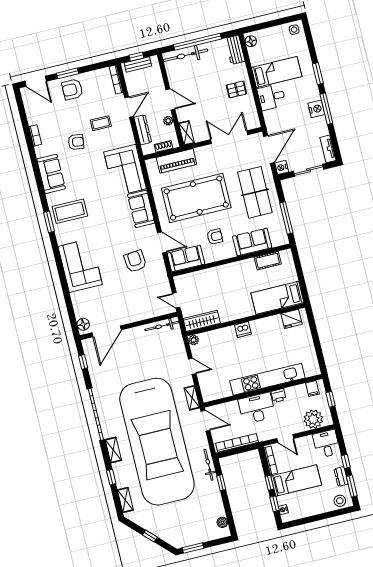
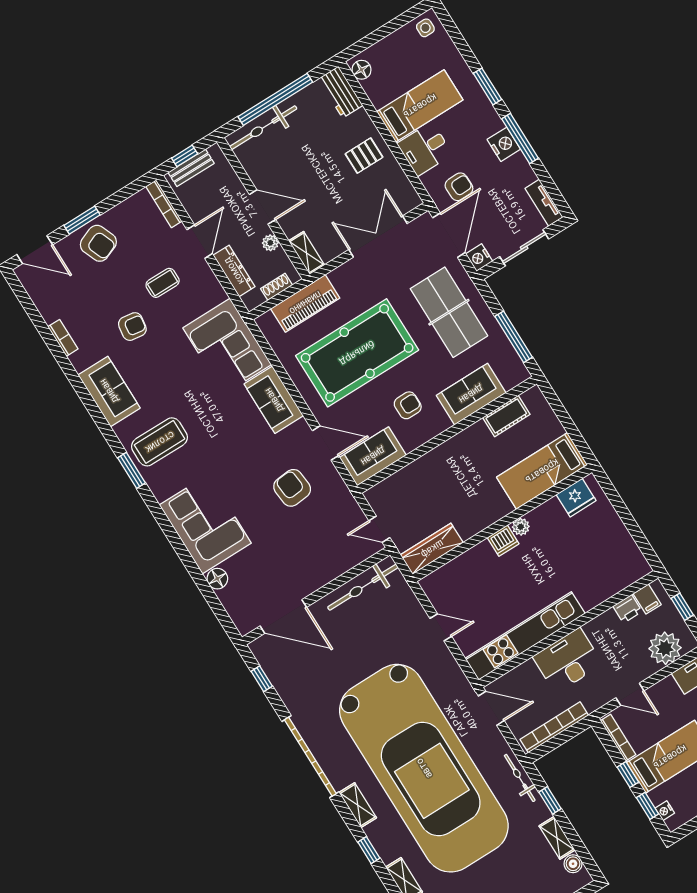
armchair: (72, 89) -> (98, 243), turned -112
armchair: (284, 124) -> (459, 187), added
floor lamp: (83, 324) -> (217, 579), moved
bicycle: (162, 326) -> (363, 587), width x1.37, depth x1.40
door: (107, 331) -> (283, 617), hinge flipped
plant: (194, 340) -> (521, 527), moved
kitchen unit: (267, 379) -> (525, 636), moved
printer: (279, 396) -> (627, 609), moved
shelving: (192, 398) -> (557, 838), moved

